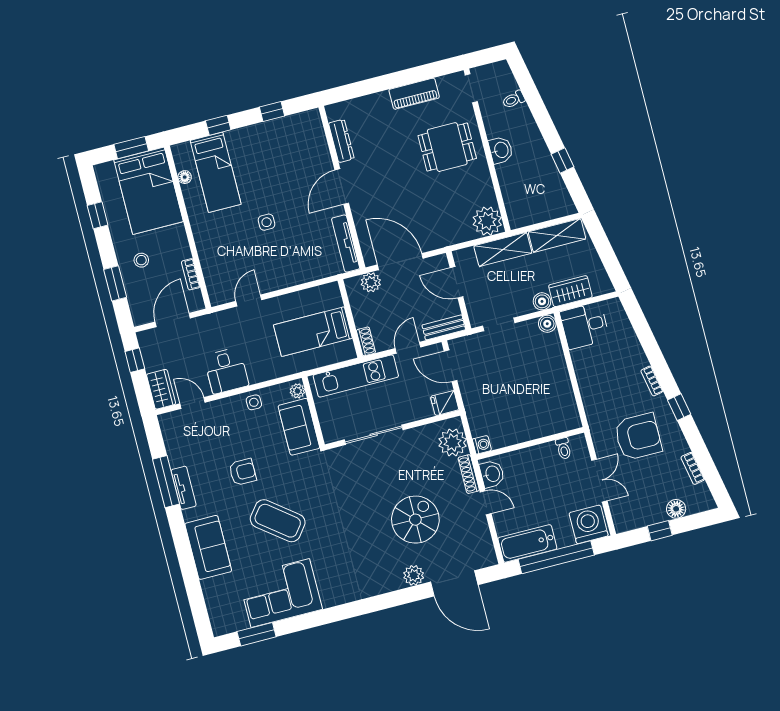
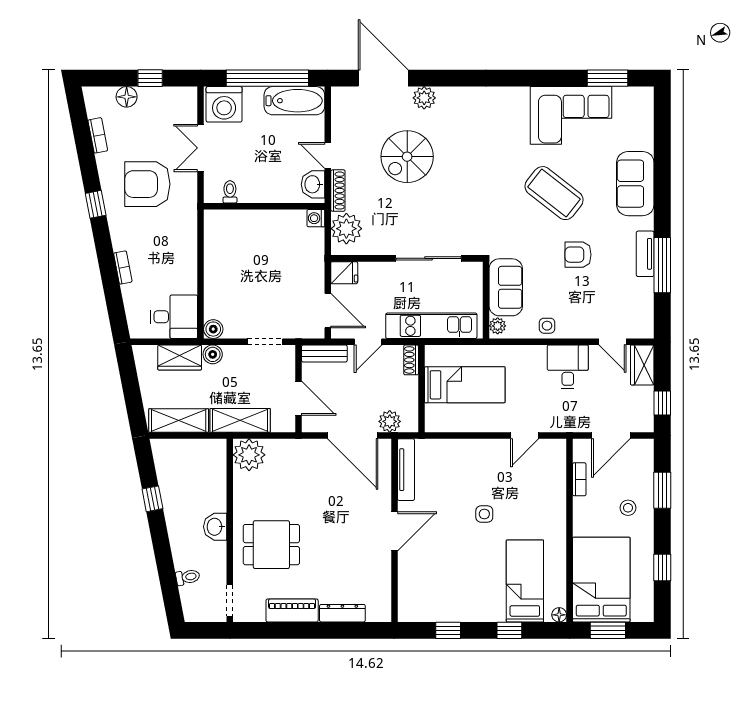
dresser: (341, 141) -> (342, 613), moved, turned 90
floor lamp: (185, 177) -> (559, 615), moved
bookcase: (652, 381) -> (123, 267), moved

